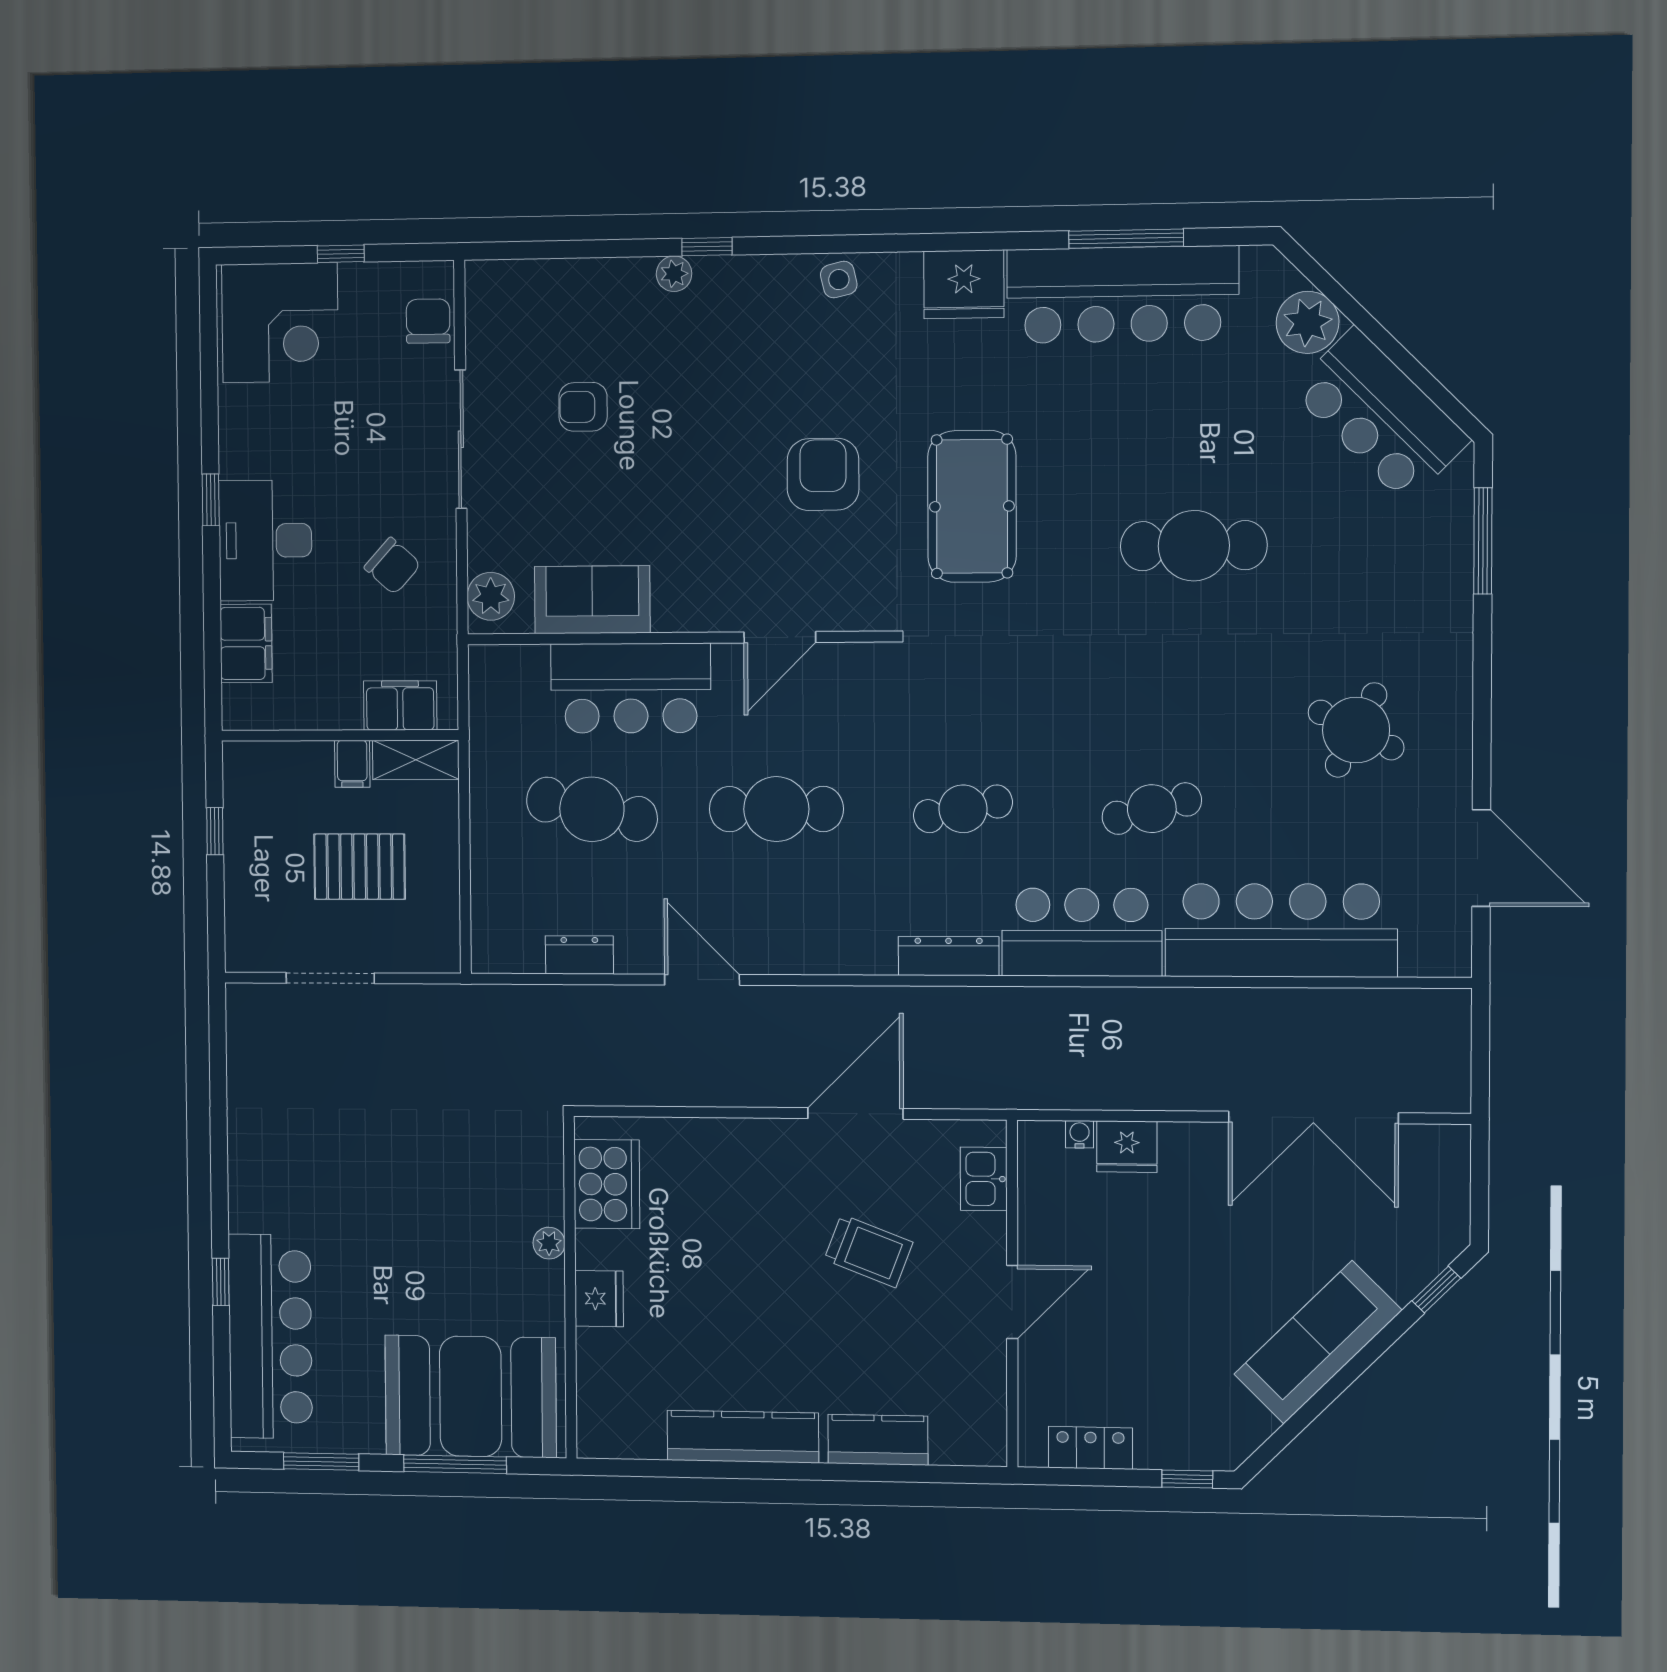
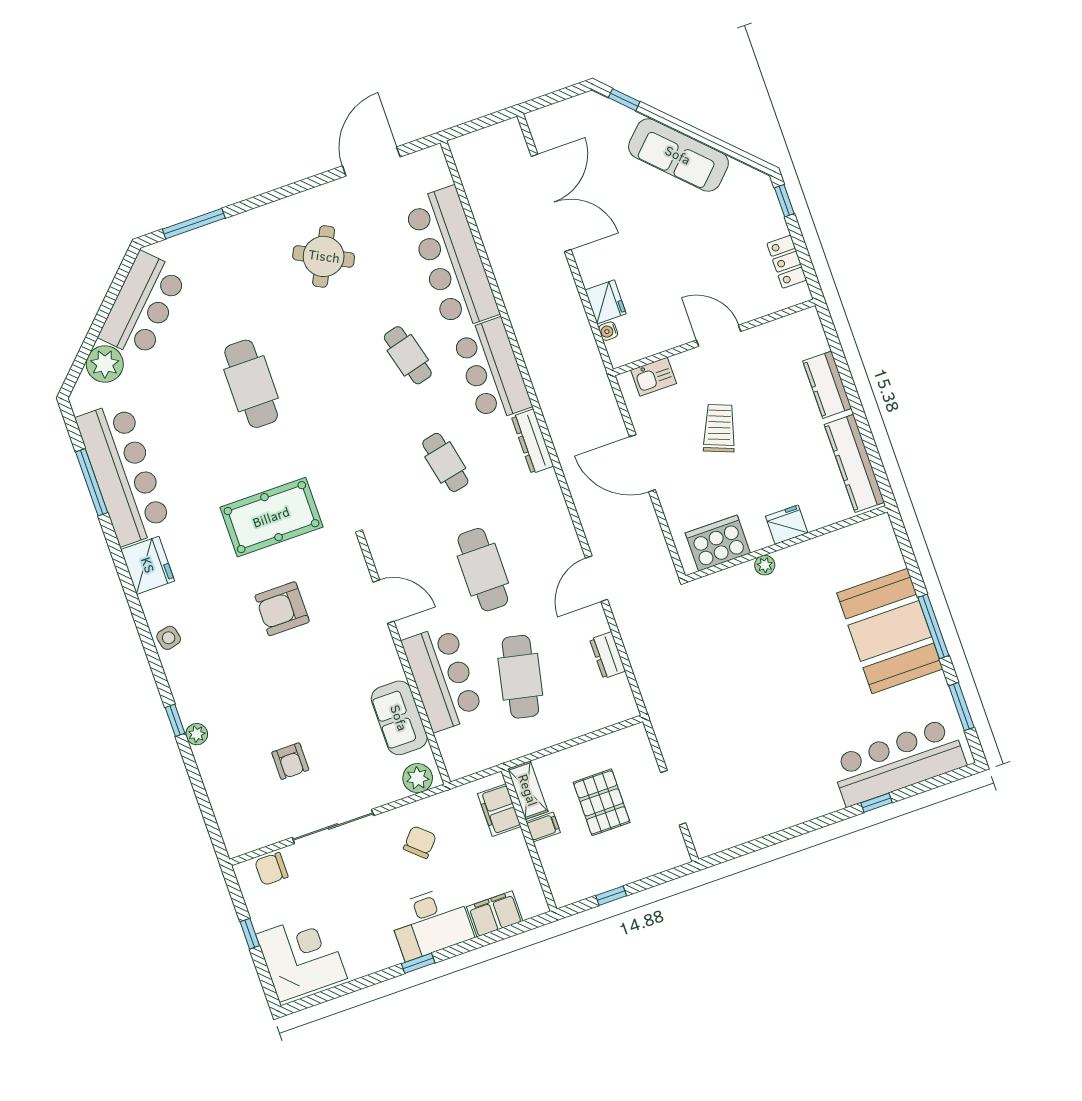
cooker: (607, 1184) -> (718, 543), moved
plant: (549, 1243) -> (765, 565), moved
wall: (570, 1288) -> (786, 544), moved
fridge: (599, 1299) -> (787, 525), moved

